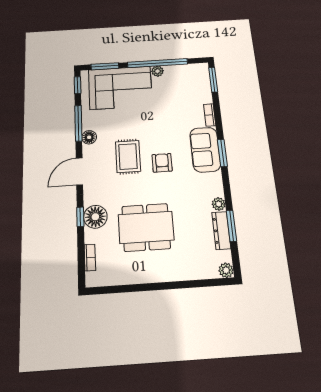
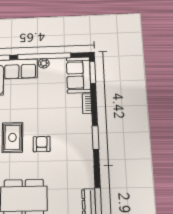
sofa: (205, 150) -> (79, 75), moved
plant: (219, 204) -> (88, 182), removed

